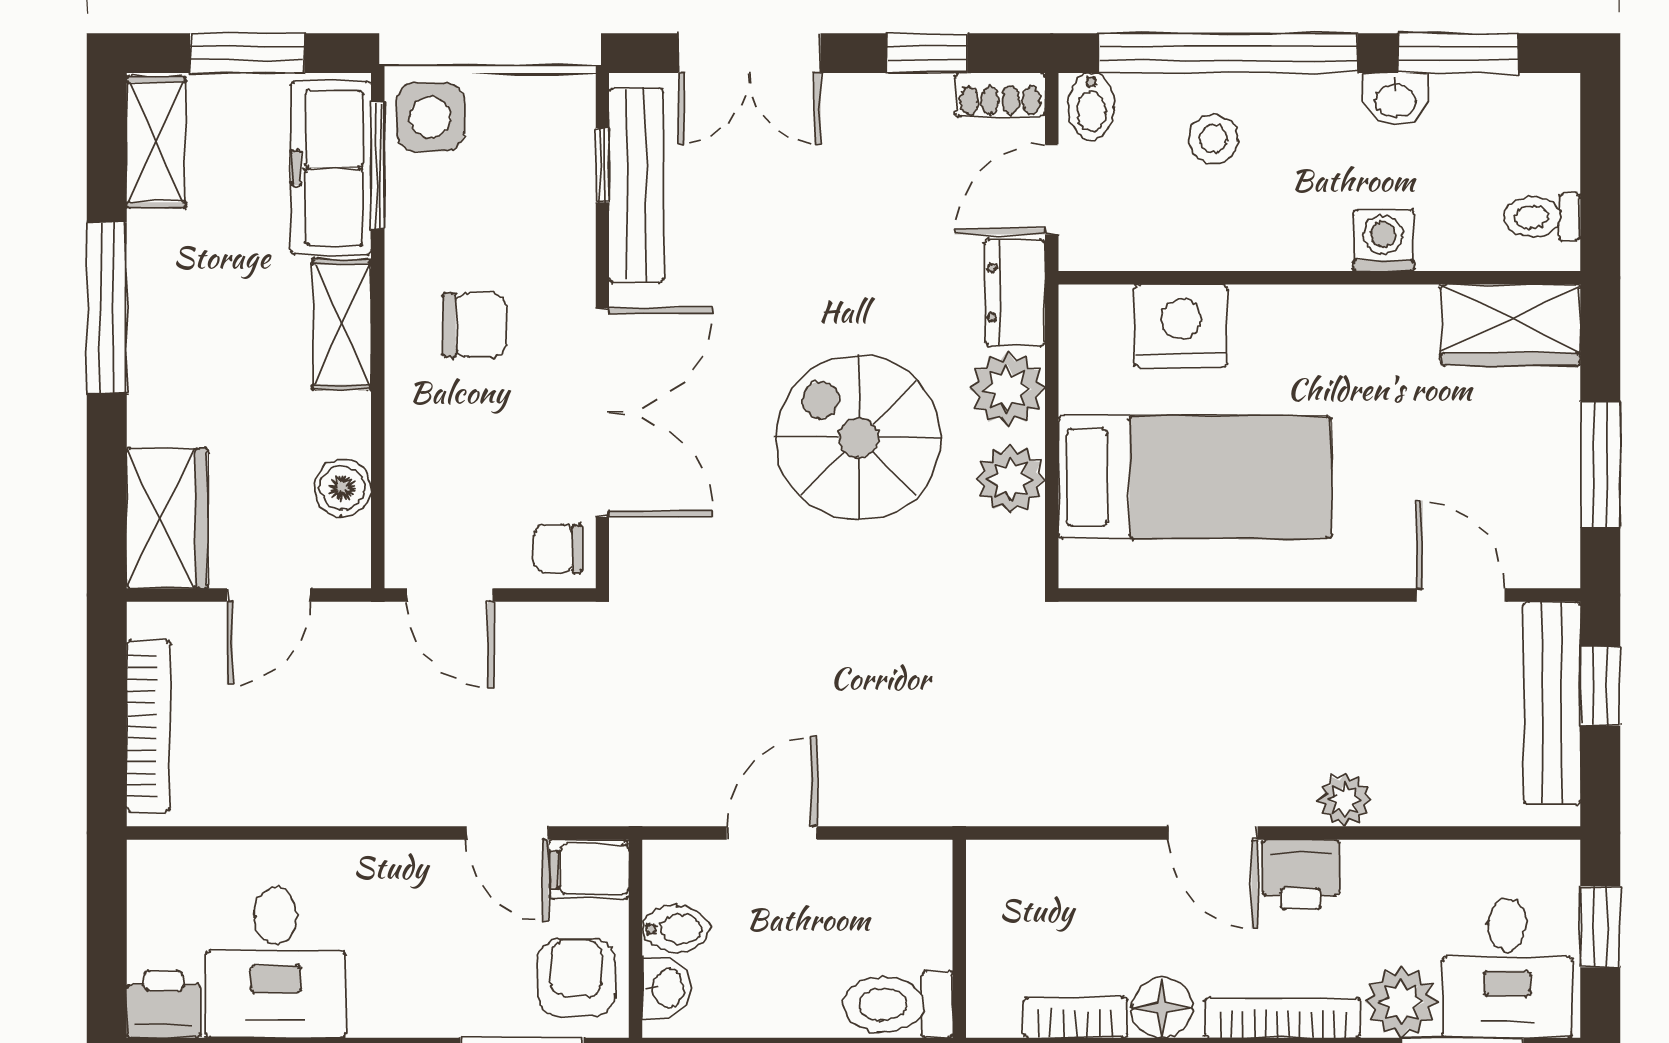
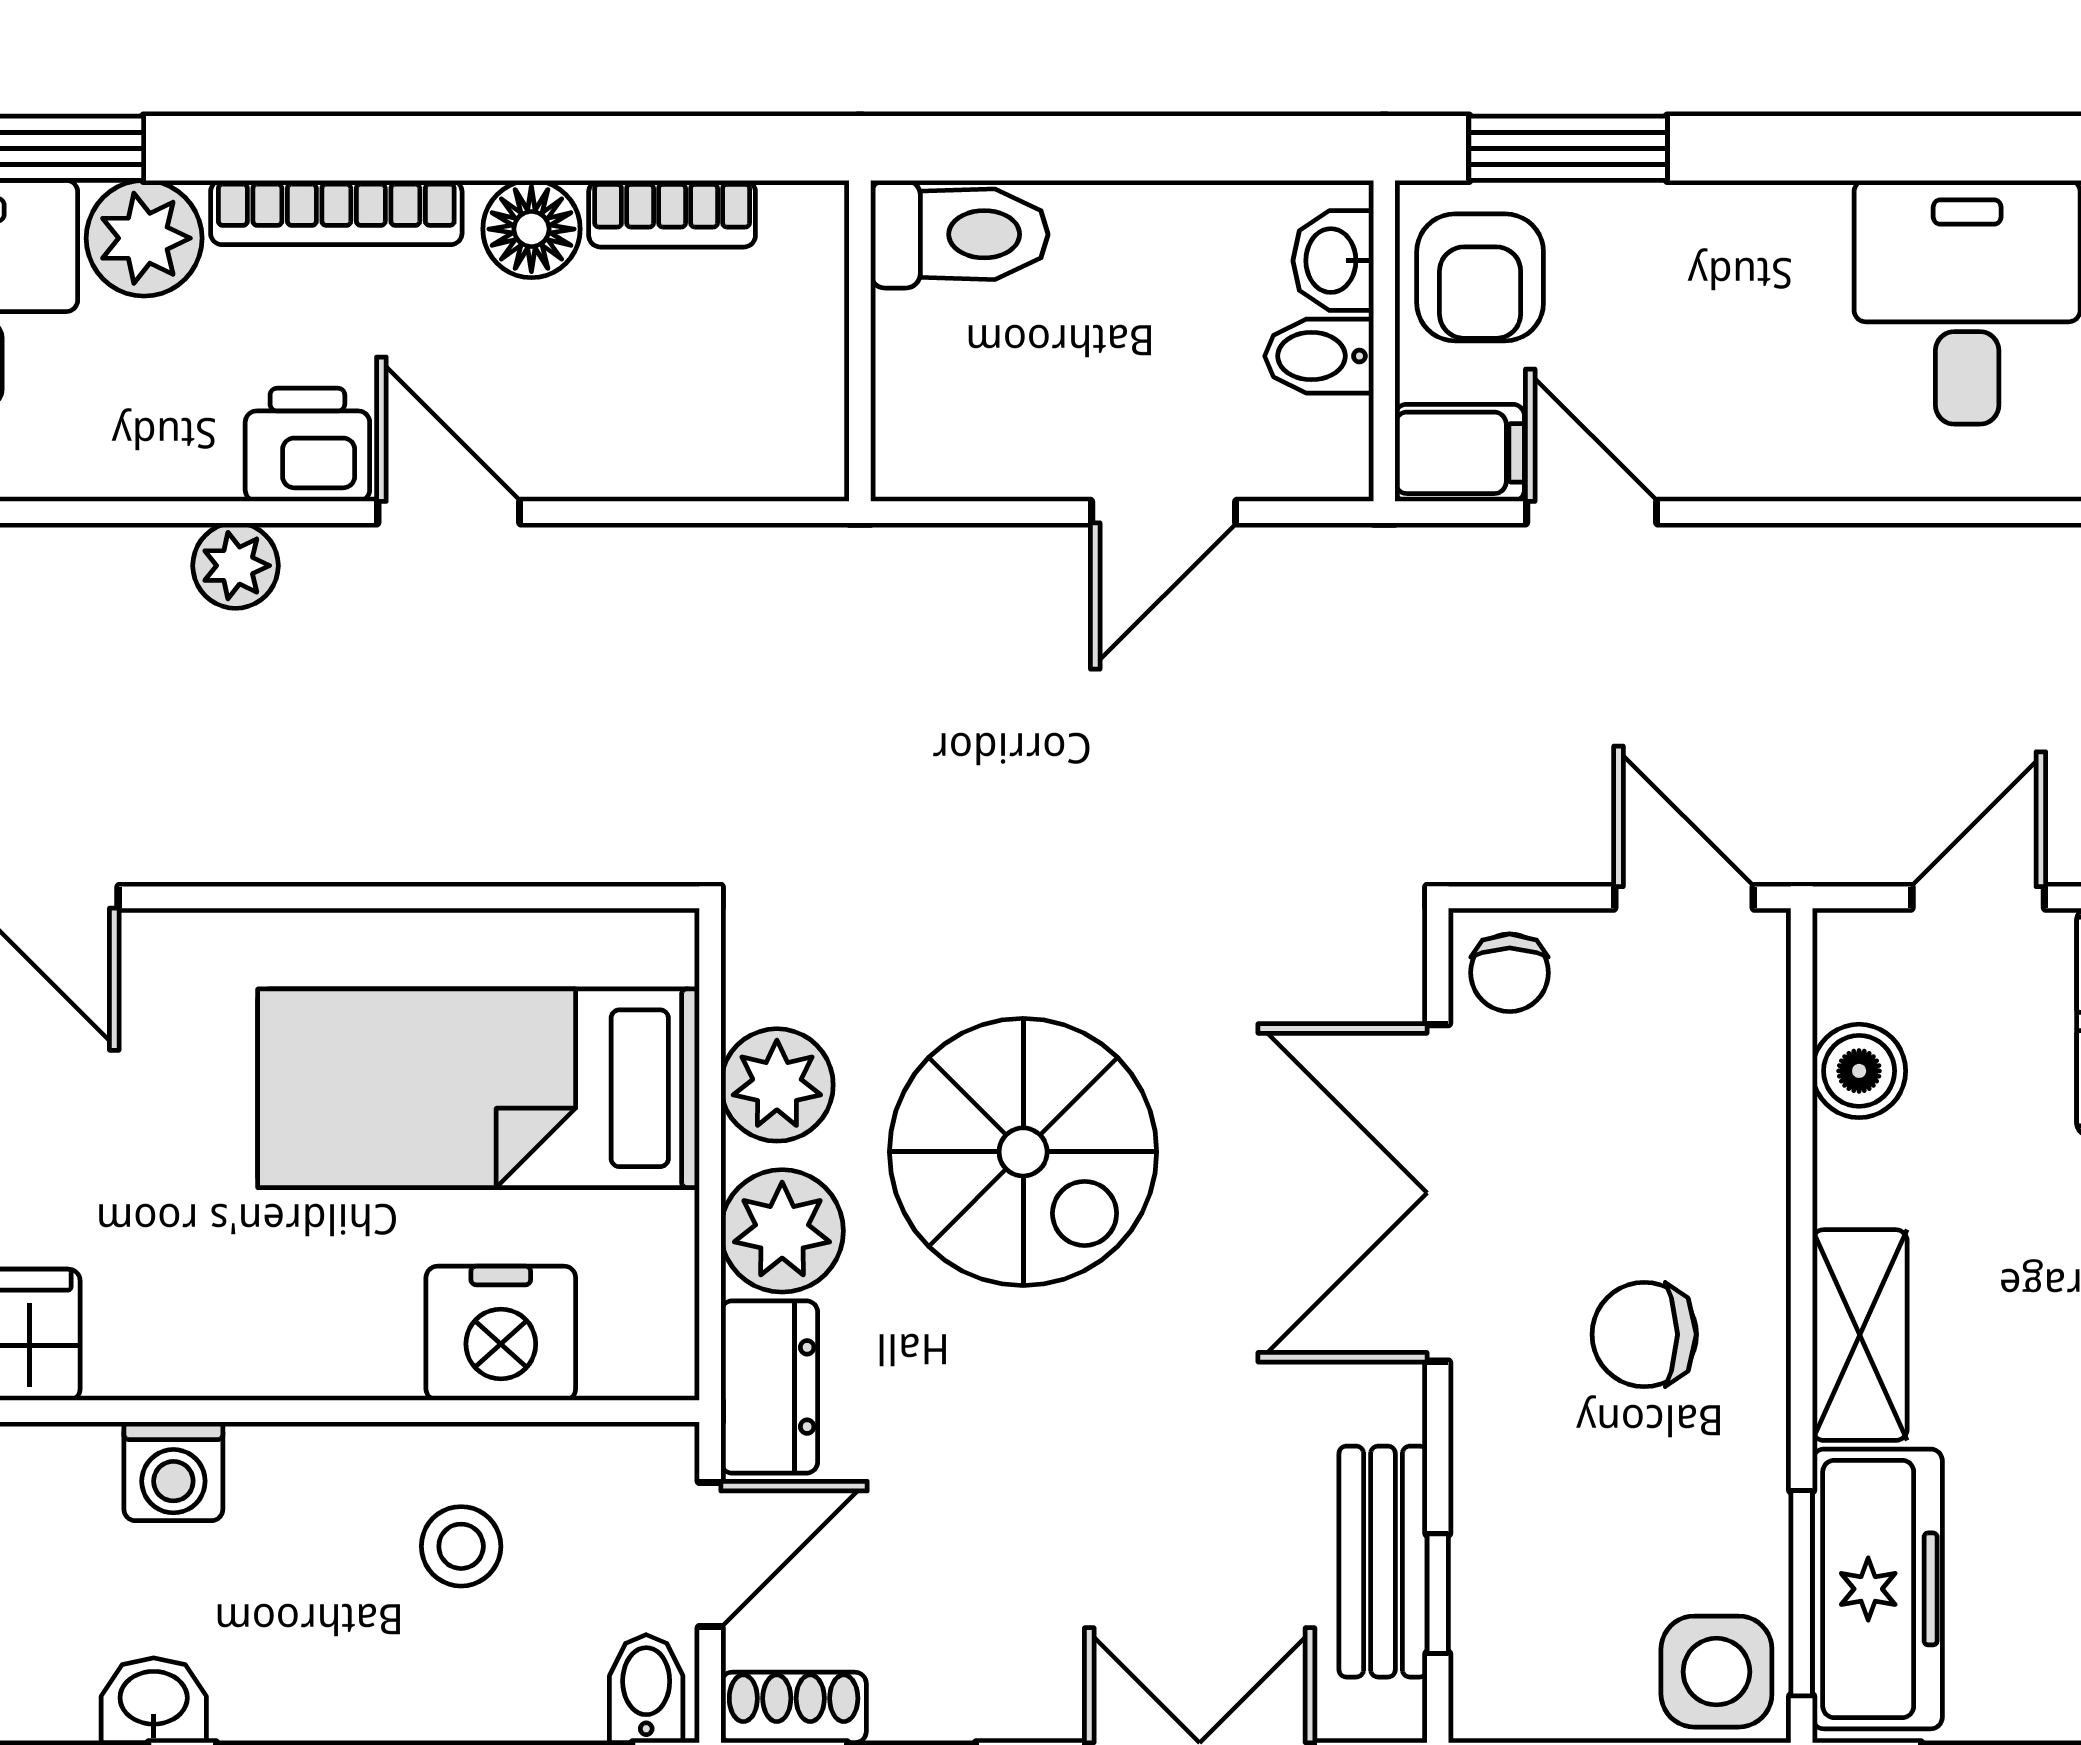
stool: (1213, 139) -> (461, 1546), moved
bench: (636, 185) -> (1383, 1562), width x0.73
chair: (558, 548) -> (1510, 973), turned 90

